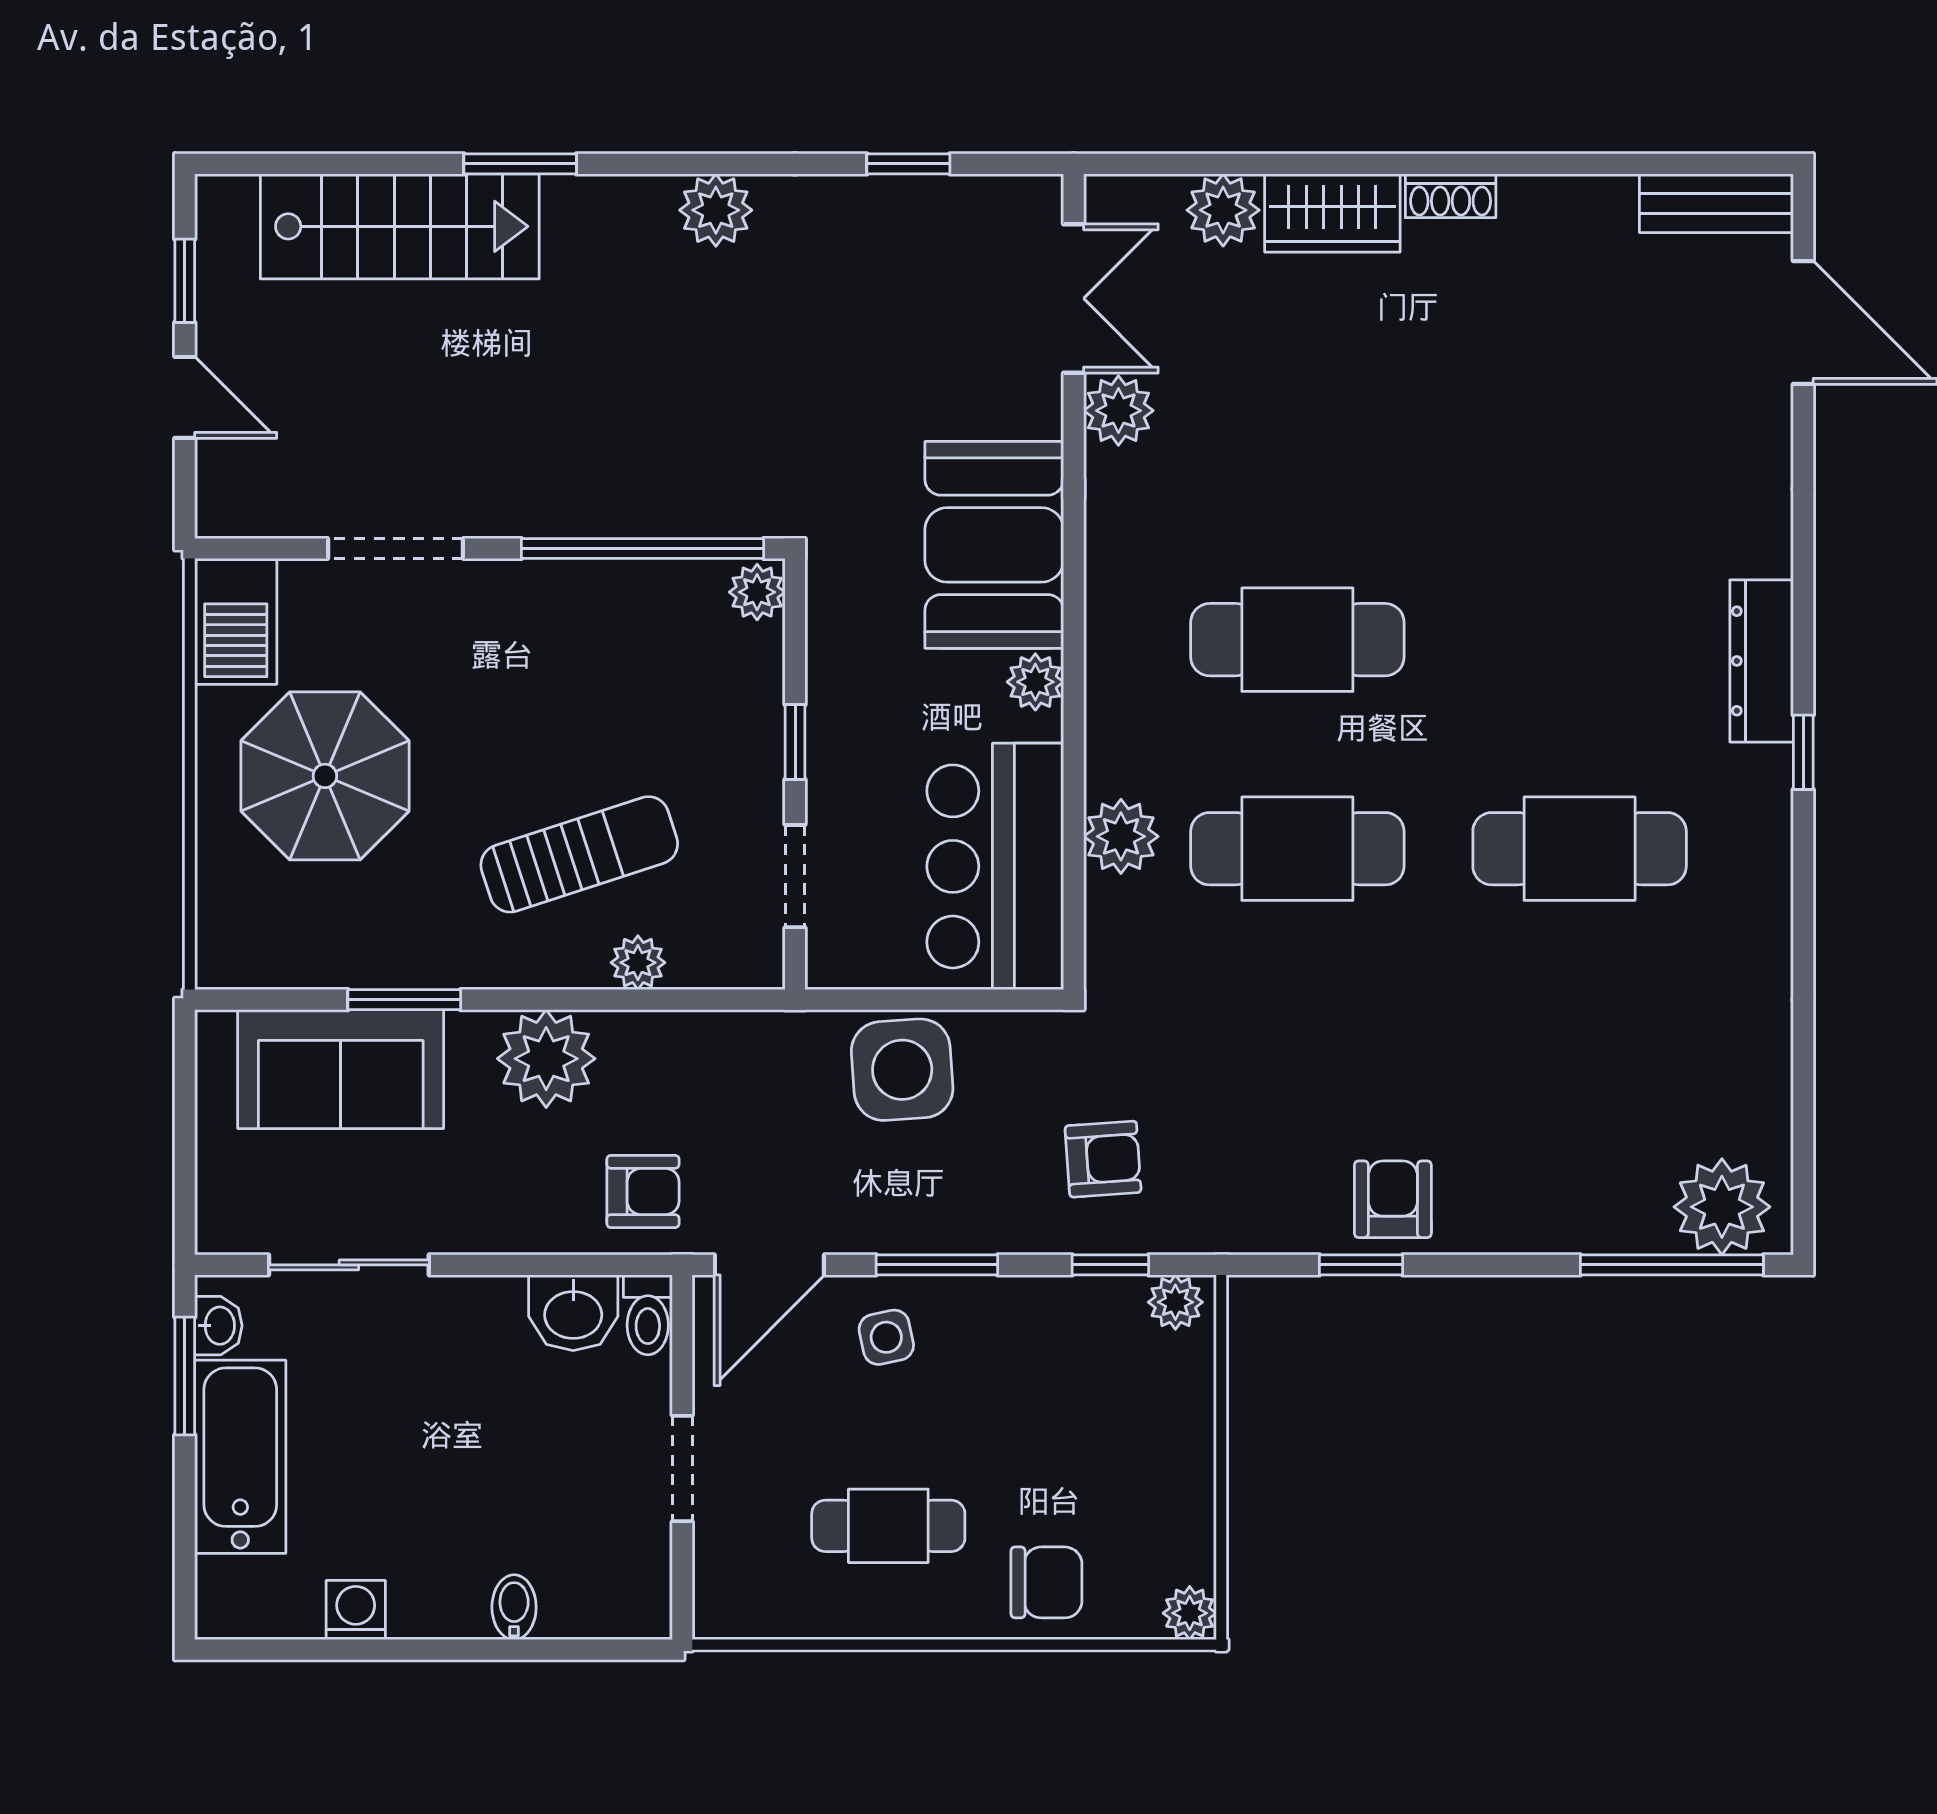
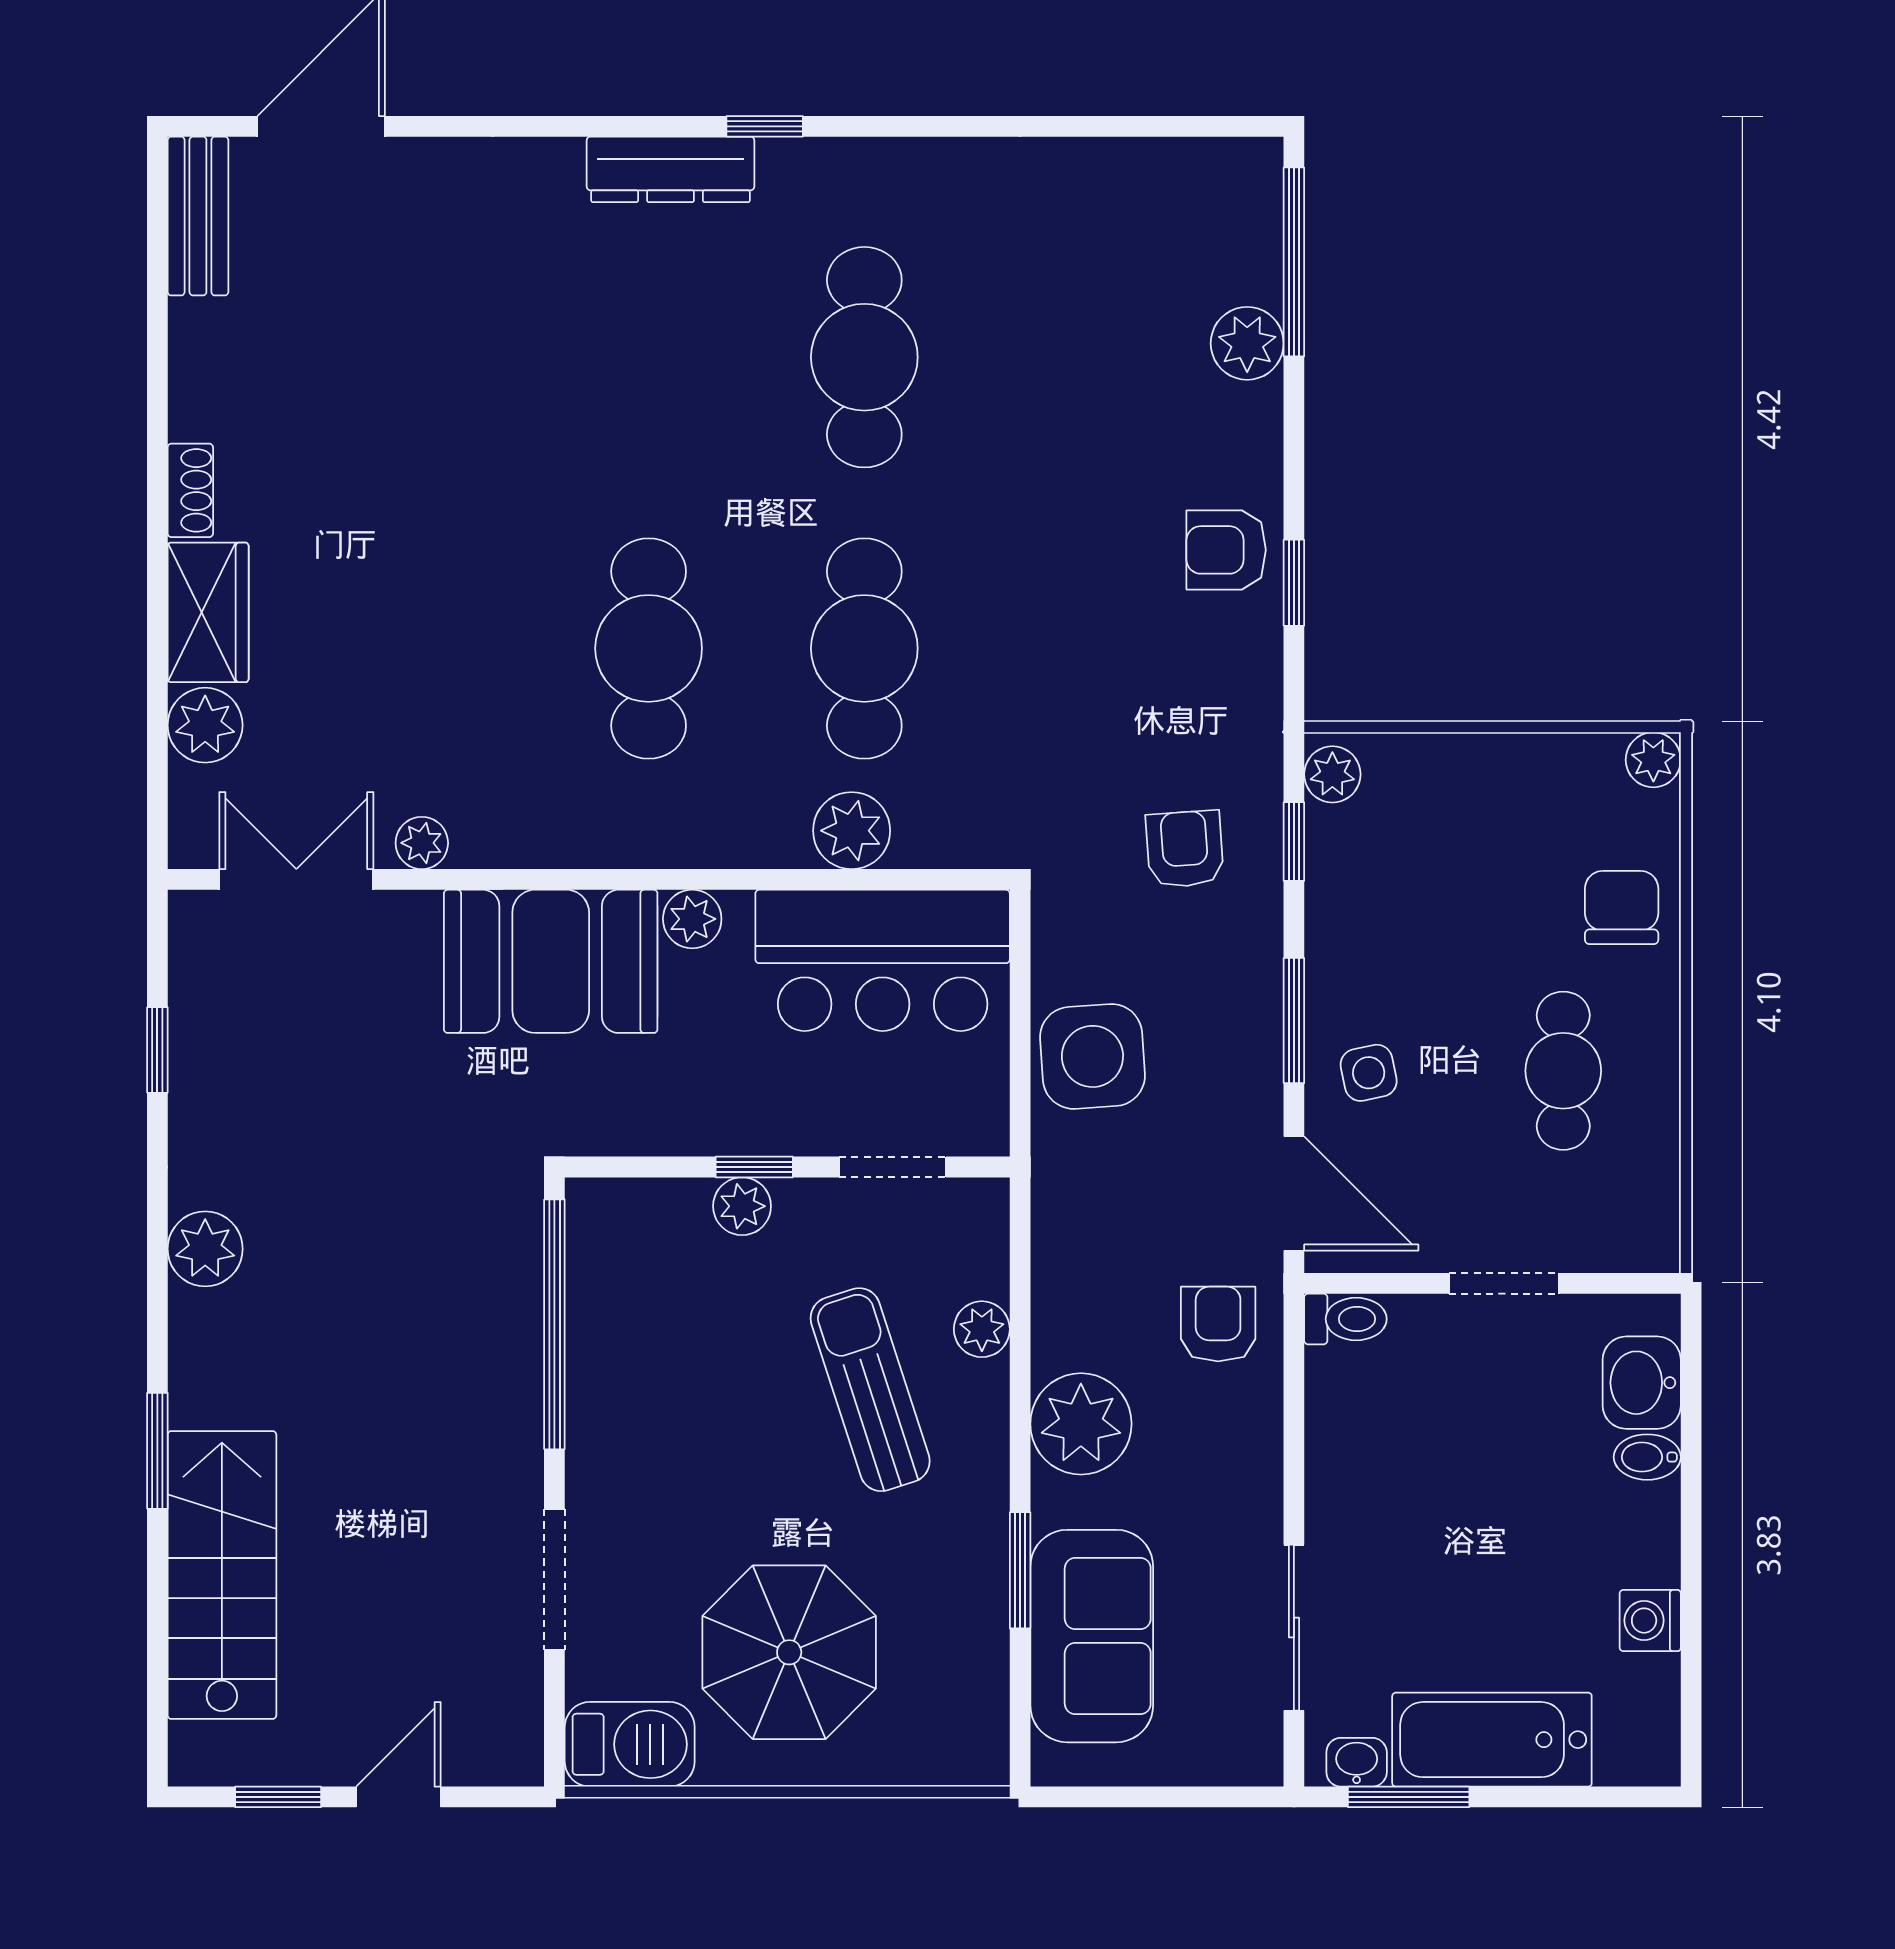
plant: (1118, 411) -> (422, 843), width x0.73, depth x0.73
plant: (757, 592) -> (742, 1206), moved
plant: (1722, 1207) -> (1247, 343), moved, width x0.73, depth x0.73
washbasin: (573, 1313) -> (1642, 1383), moved, turned 180

